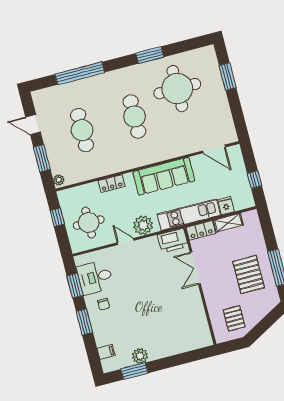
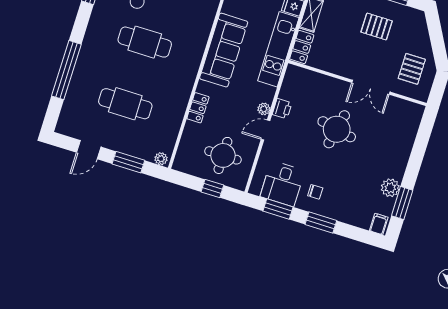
window: (57, 217) -> (212, 189), moved
plant: (143, 225) -> (264, 109), width x0.53, depth x0.53
printer: (173, 241) -> (282, 109), moved, width x0.53, depth x0.68
double door: (195, 268) -> (371, 87), moved
pallet: (249, 274) -> (377, 26), width x0.67, depth x0.71
round table: (158, 292) -> (337, 129), added
pallet: (234, 318) -> (412, 69), turned 90
filing cabinet: (106, 352) -> (379, 224), moved

